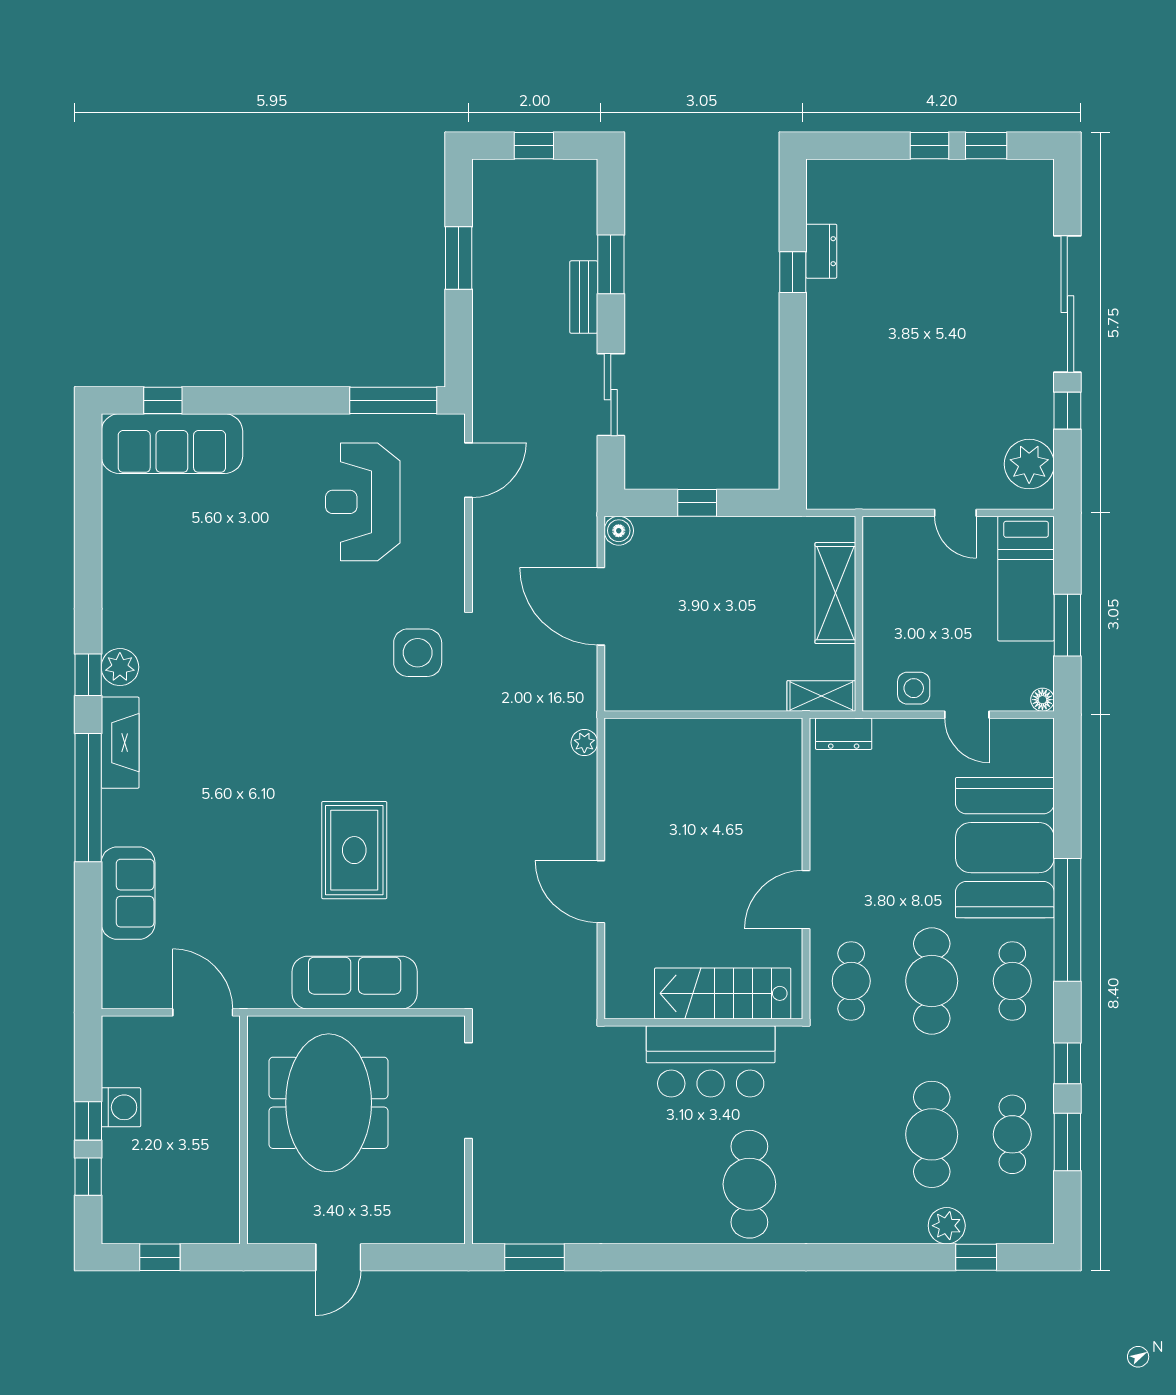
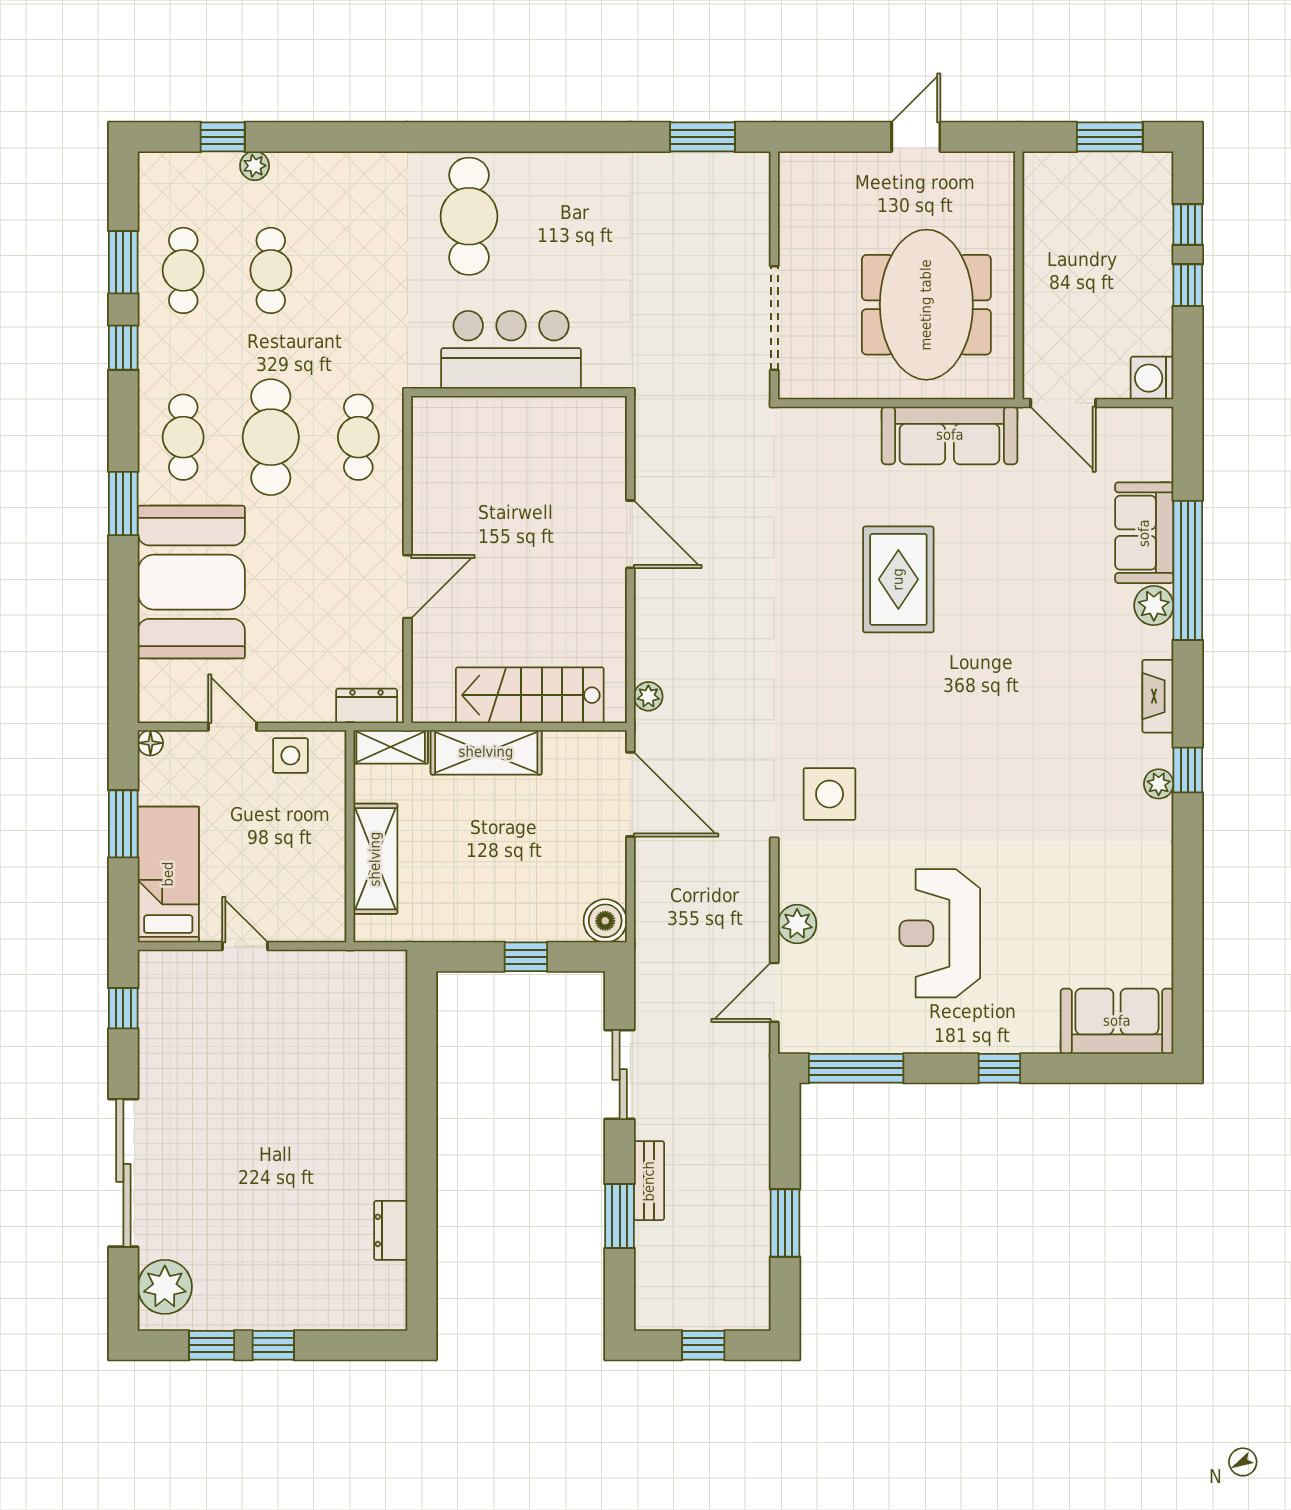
window: (793, 272) -> (422, 1208), removed
window: (163, 400) -> (999, 1068), moved
window: (1067, 411) -> (123, 1008), moved
sofa: (172, 444) -> (1117, 1021), width x0.73
plant: (1029, 464) -> (165, 1287), moved
reception desk: (363, 502) -> (940, 933), moved, turned 180
boiler: (619, 531) -> (605, 921), width x1.36, depth x1.36
plant: (447, 533) -> (797, 924), added
door: (601, 606) -> (630, 794), moved
plant: (120, 667) -> (1159, 784), width x0.73, depth x0.73
shelving: (733, 691) -> (486, 752), added
fireplace: (120, 743) -> (1158, 696), width x0.73, depth x0.76
window: (88, 798) -> (1188, 570), moved
plant: (119, 826) -> (1154, 606), added
door: (806, 900) -> (407, 587), moved
window: (1067, 920) -> (123, 504), width x0.47
sofa: (355, 983) -> (950, 435), moved
stairs: (723, 993) -> (530, 695), moved, turned 180
washing machine: (121, 1107) -> (1152, 378), moved
cafe table: (932, 1134) -> (271, 270), width x0.73, depth x0.74
plant: (947, 1226) -> (255, 166), width x0.73, depth x0.73
window: (160, 1257) -> (1110, 137), width x1.50

